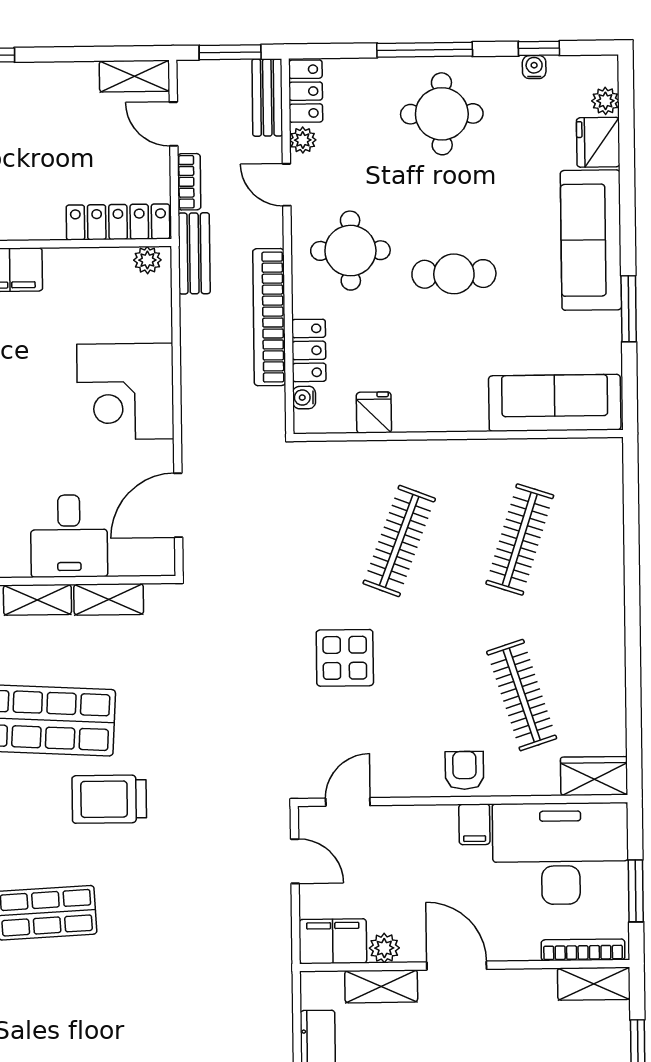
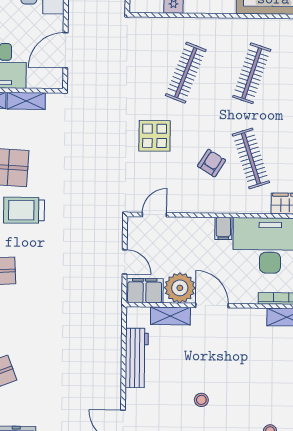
armchair: (464, 770) -> (212, 163), moved, turned 32
door: (295, 861) -> (125, 262), moved
plant: (384, 948) -> (180, 288), width x1.88, depth x1.88

